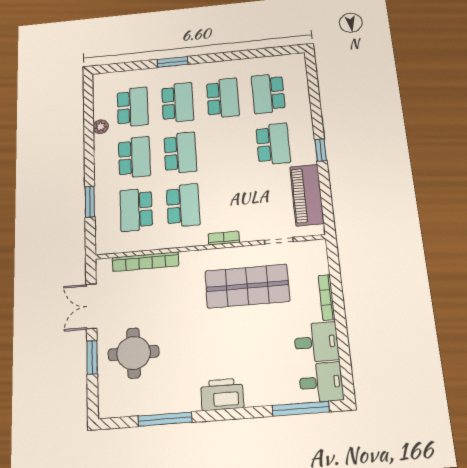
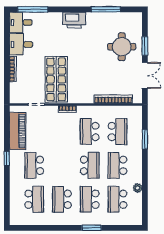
school desk: (180, 153) -> (90, 165), turned 180
shop shelf: (247, 286) -> (56, 79), turned 90

